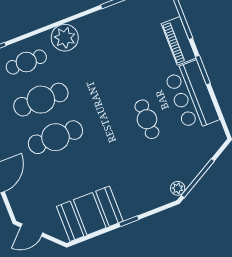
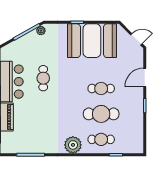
cafe table: (55, 137) -> (101, 89), width x0.73, depth x0.74
booth: (90, 214) -> (92, 41), width x1.36, depth x1.42

